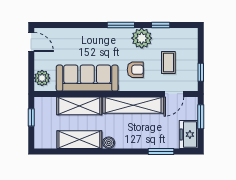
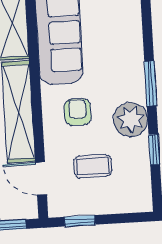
armchair: (135, 70) -> (78, 112), turned 180

